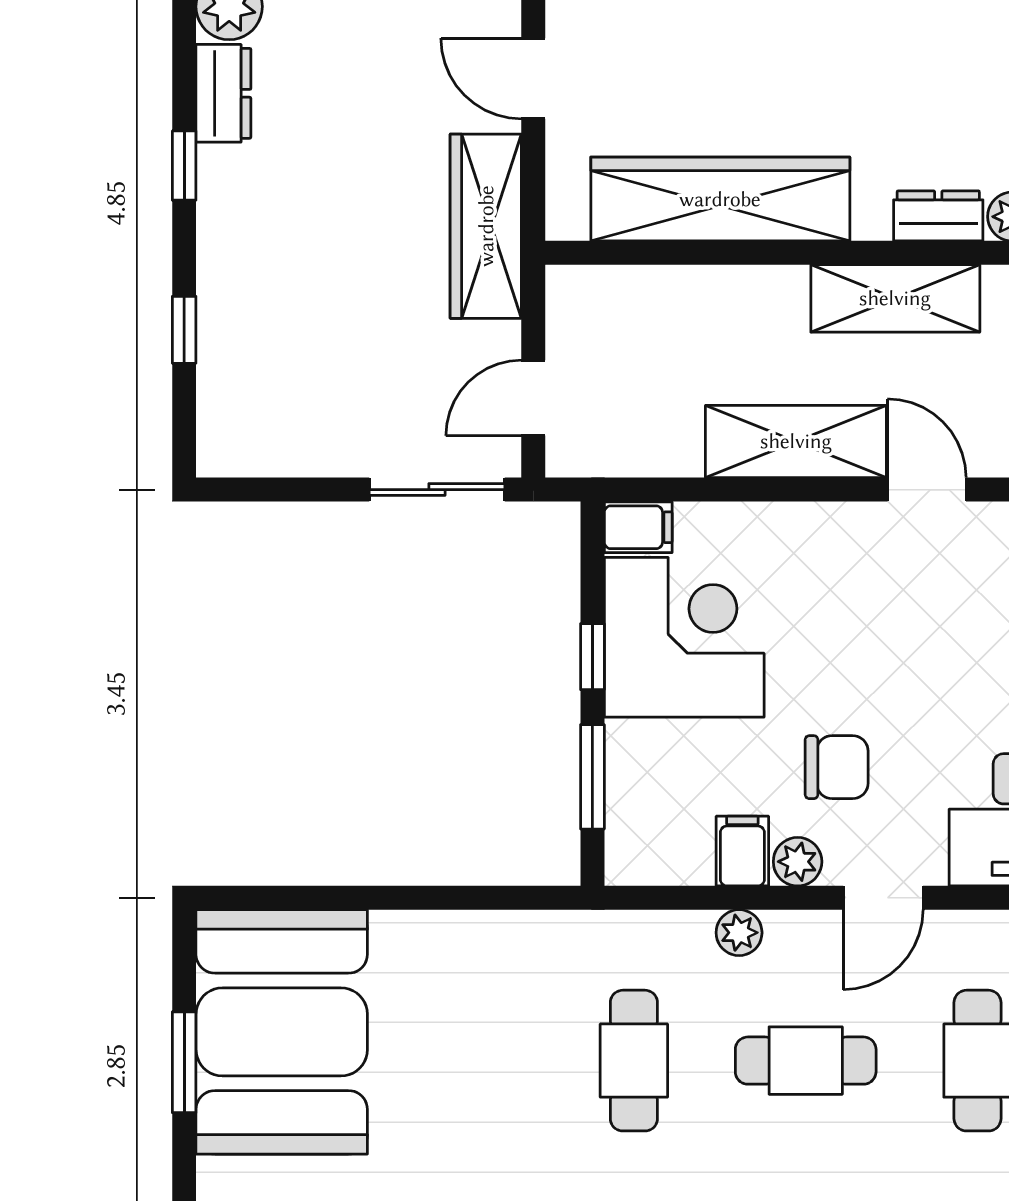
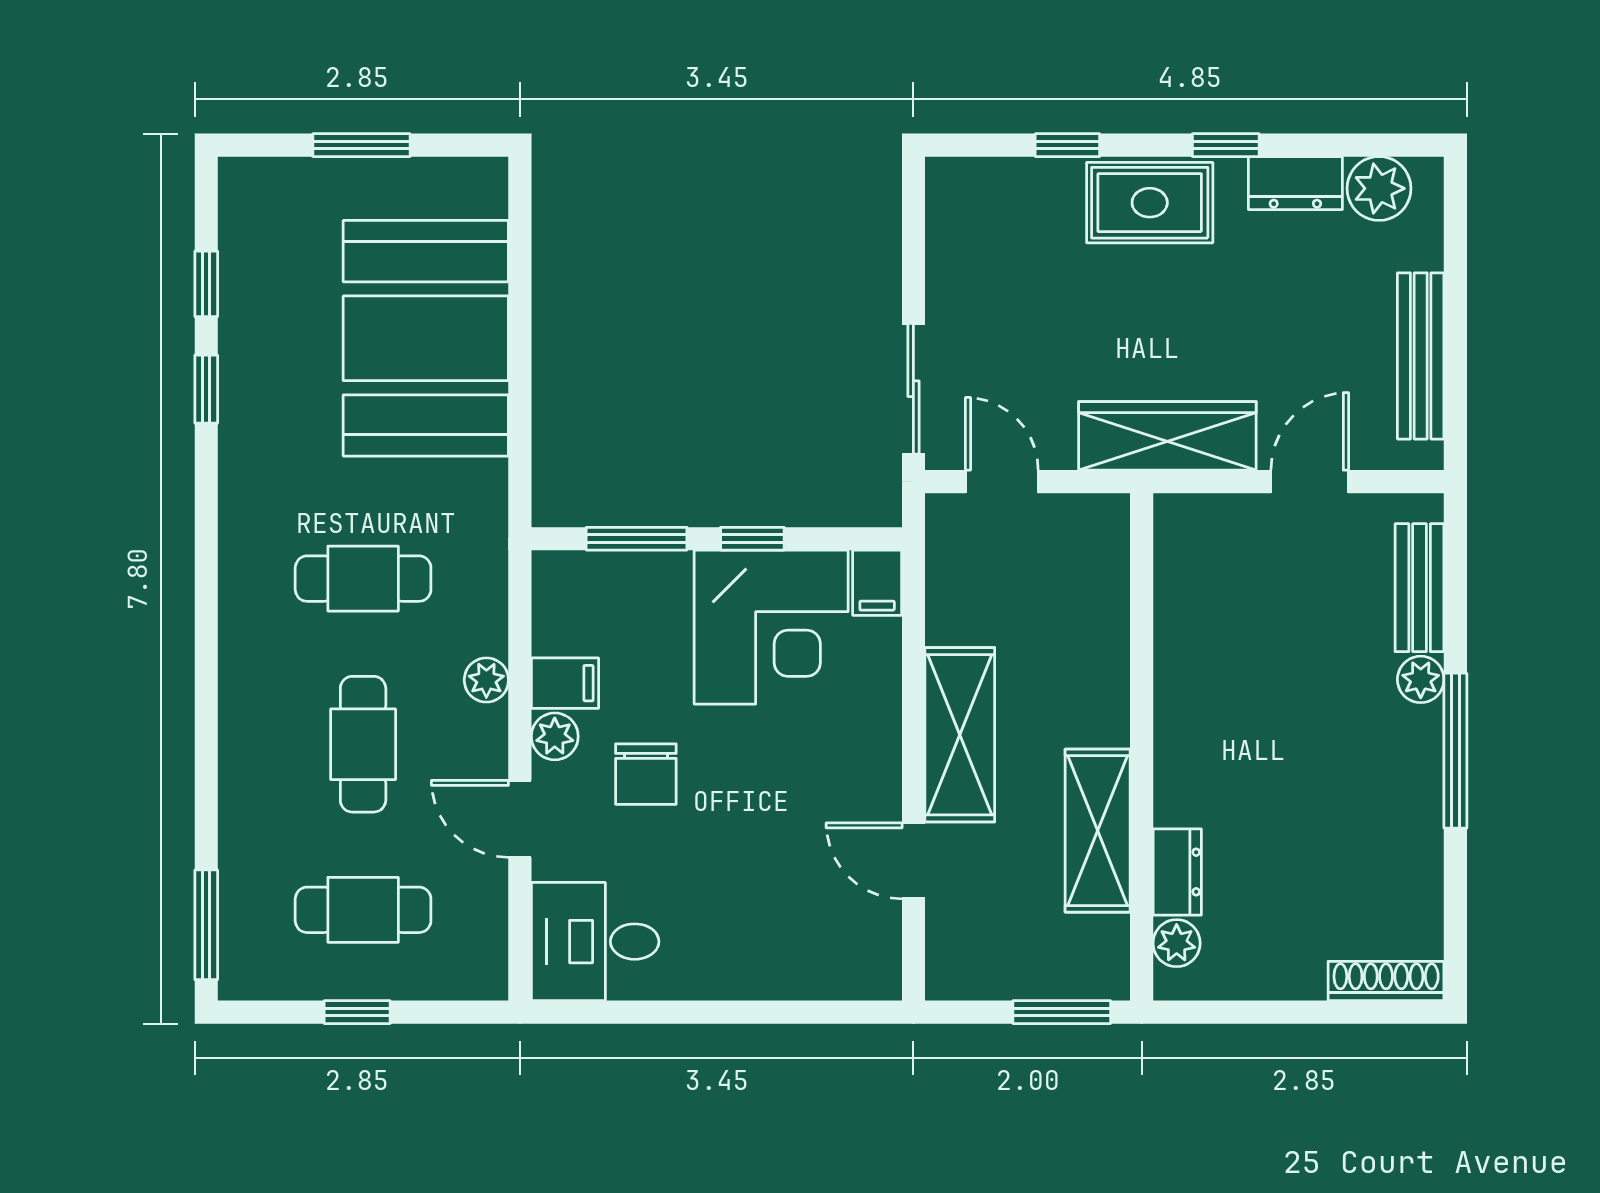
wardrobe: (720, 199) -> (1193, 662), removed
rug: (244, 244) -> (1150, 203), added
door: (927, 490) -> (913, 861), swing flipped
booth: (282, 1032) -> (426, 338), moved, turned 90

